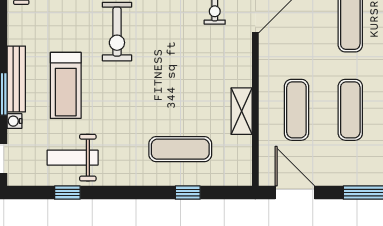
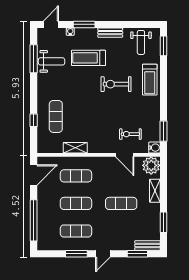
bench: (16, 79) -> (110, 33), moved, width x0.73
weight bench: (73, 158) -> (52, 61), turned 90
window: (67, 193) -> (34, 59), width x2.17

